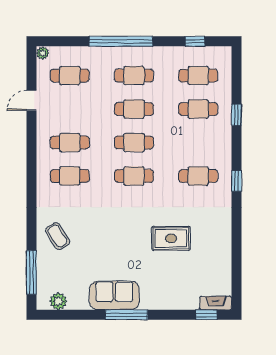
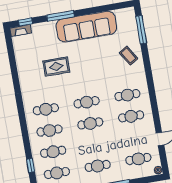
cafe table: (134, 109) -> (49, 130), moved
window: (236, 115) -> (31, 166), moved
window: (236, 181) -> (21, 110), removed
sofa: (114, 295) -> (86, 27), width x1.85, depth x1.27
plant: (58, 301) -> (121, 14), removed
window: (126, 315) -> (61, 16), moved

